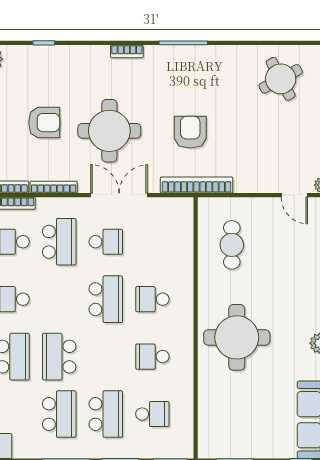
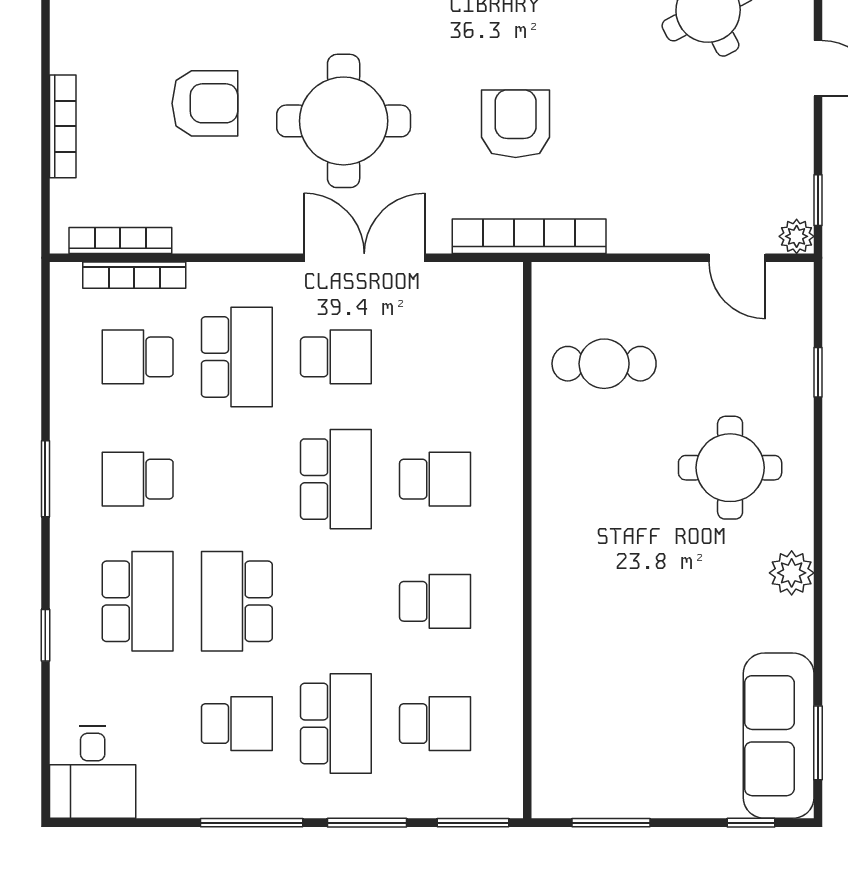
bookcase: (54, 187) -> (225, 241), removed
cafe table: (232, 245) -> (604, 364), turned 90
school desk: (152, 299) -> (435, 479), turned 180
round table: (237, 337) -> (730, 468), moved, width x0.73, depth x0.73
school desk: (152, 357) -> (435, 601), turned 180
school desk: (59, 414) -> (237, 724), width x0.54

